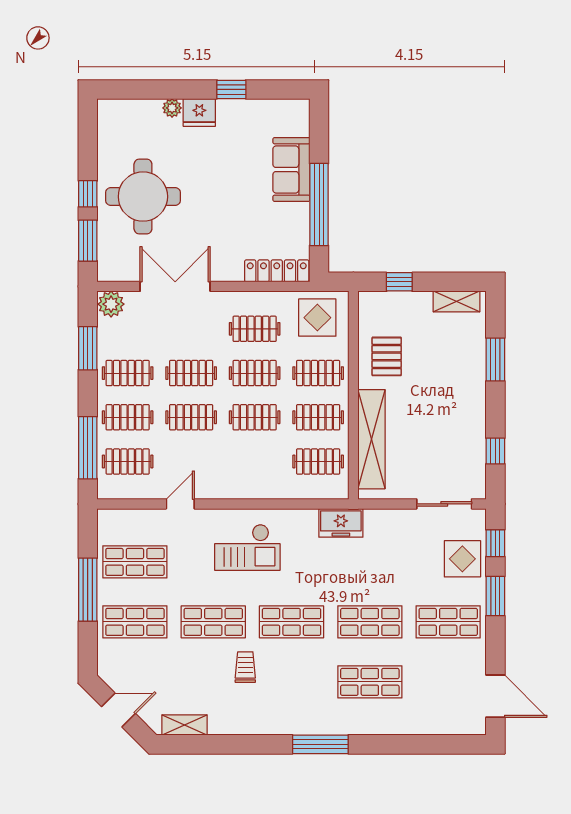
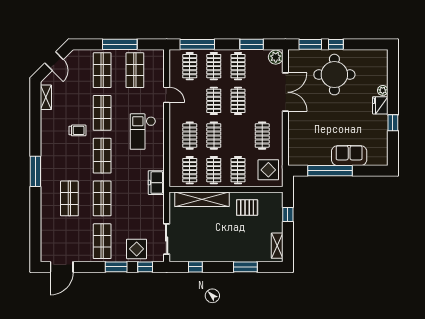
locker: (277, 271) -> (294, 148), removed
clothes rail: (255, 373) -> (190, 136), moved

